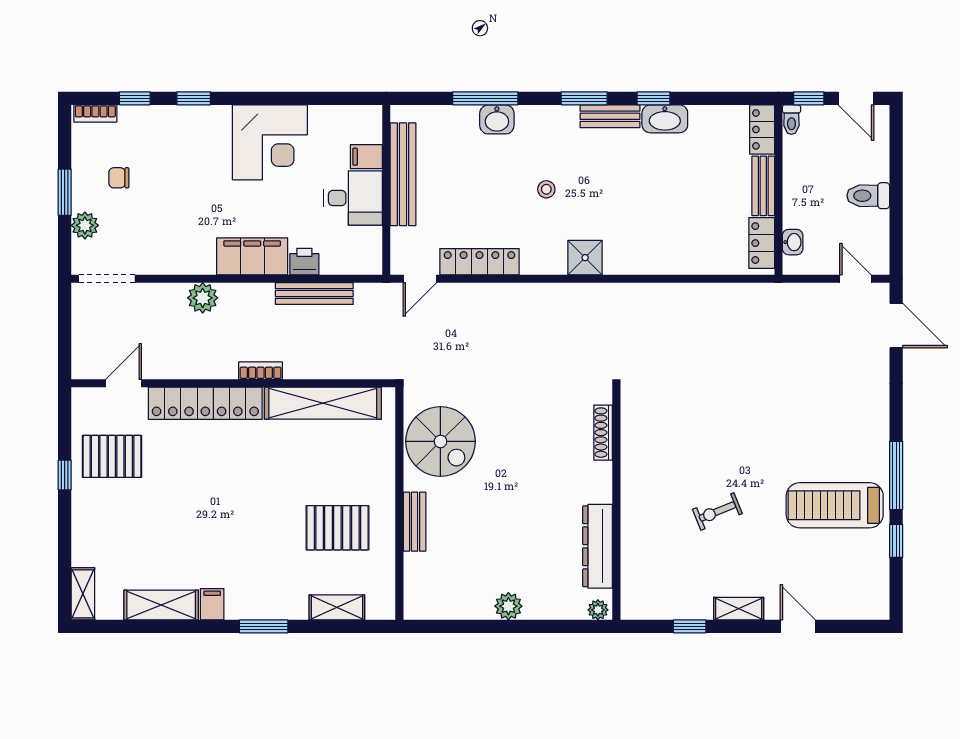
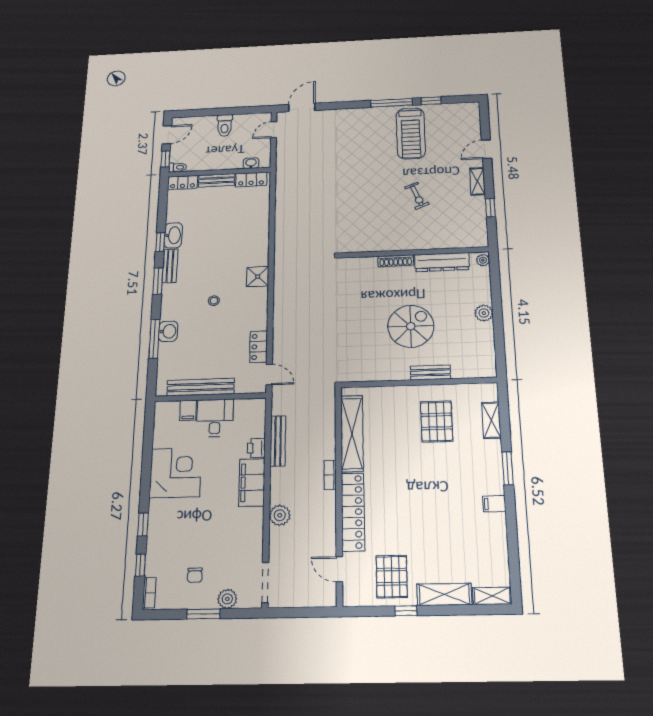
locker: (479, 262) -> (259, 347), width x0.66
shoe rack: (603, 433) -> (396, 261), moved
spiral stairs: (440, 441) -> (411, 326), moved
shelving: (161, 605) -> (444, 594), moved, turned 90

